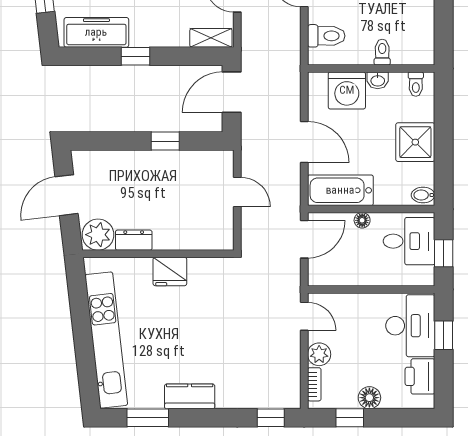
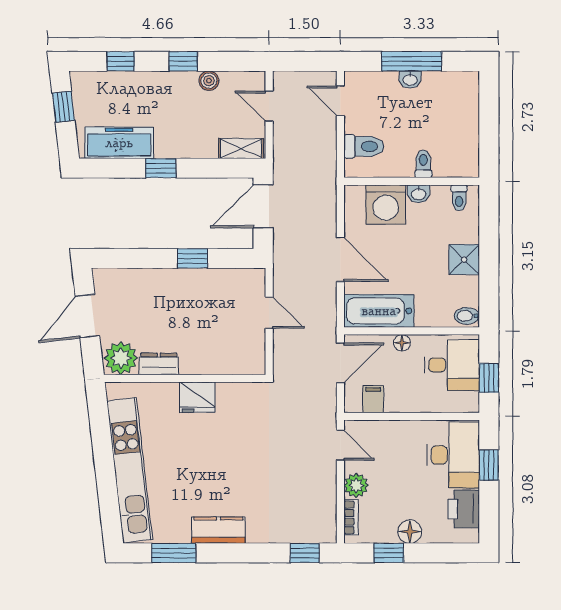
shower: (415, 142) -> (464, 260), width x0.73, depth x0.73
filing cabinet: (335, 273) -> (373, 399), added

